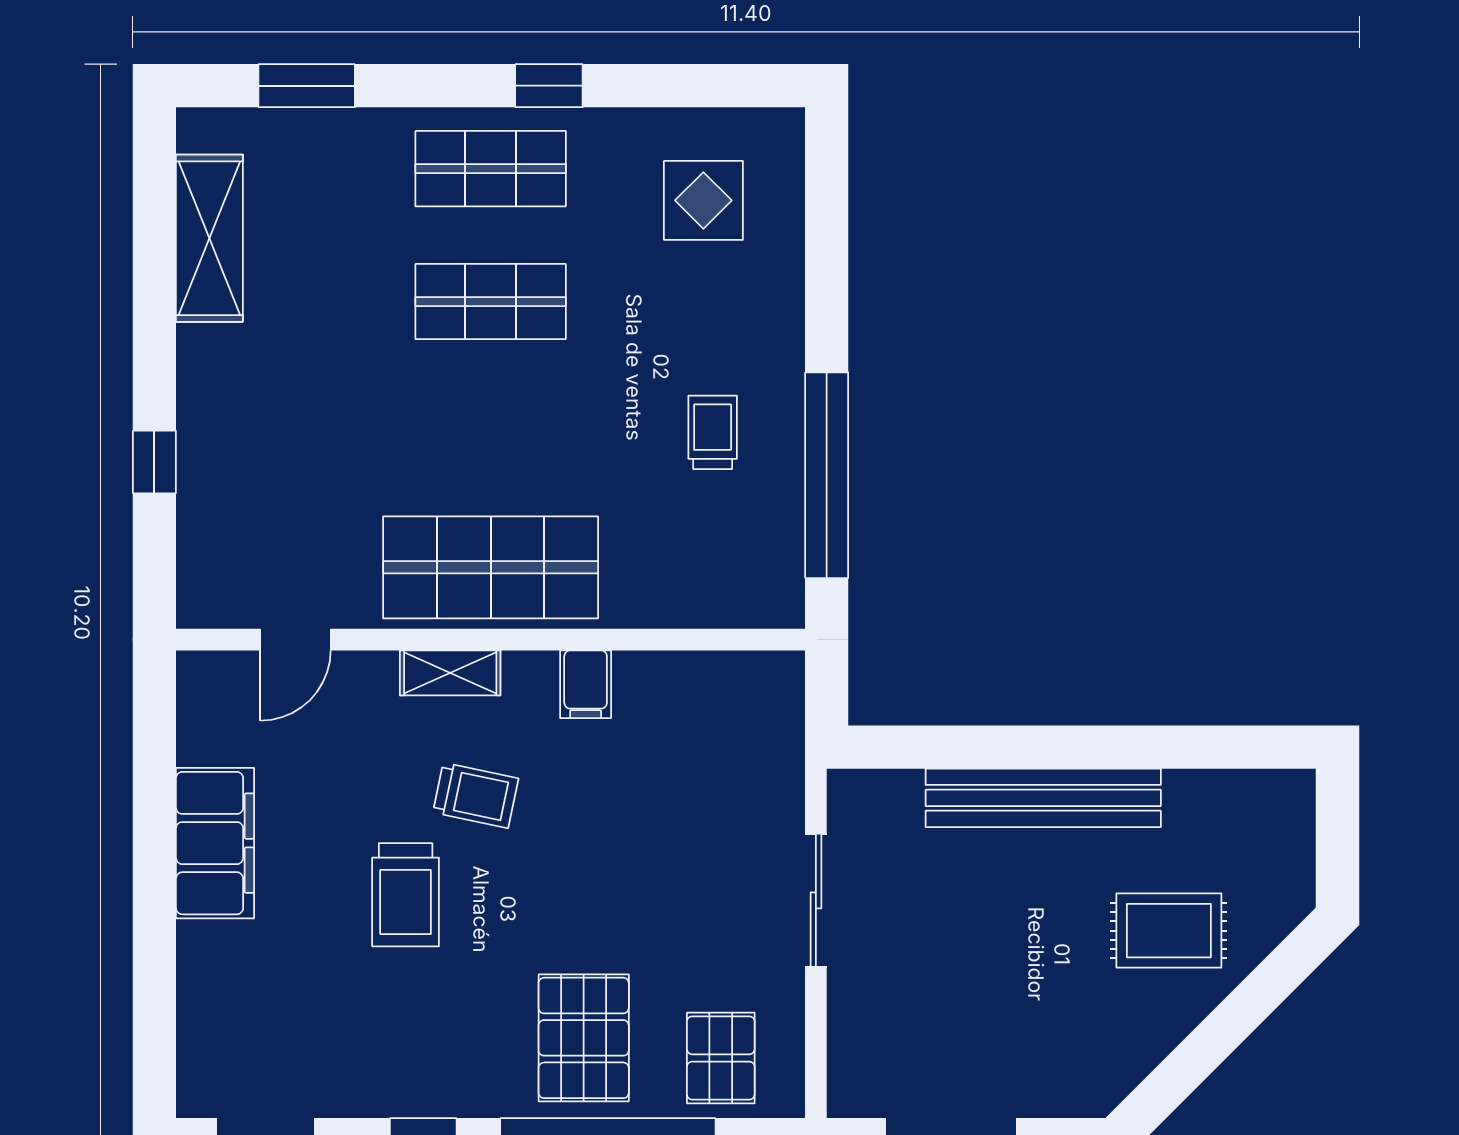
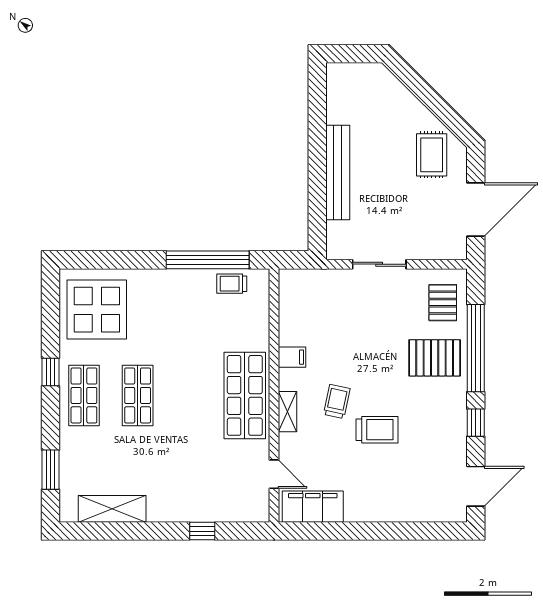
display table: (703, 200) -> (97, 310), width x1.86, depth x1.86
trolley: (713, 432) -> (232, 284), moved
filing cabinet: (215, 843) -> (313, 507), moved
rug: (1169, 931) -> (432, 155), moved
pallet: (721, 1058) -> (443, 303), turned 90

